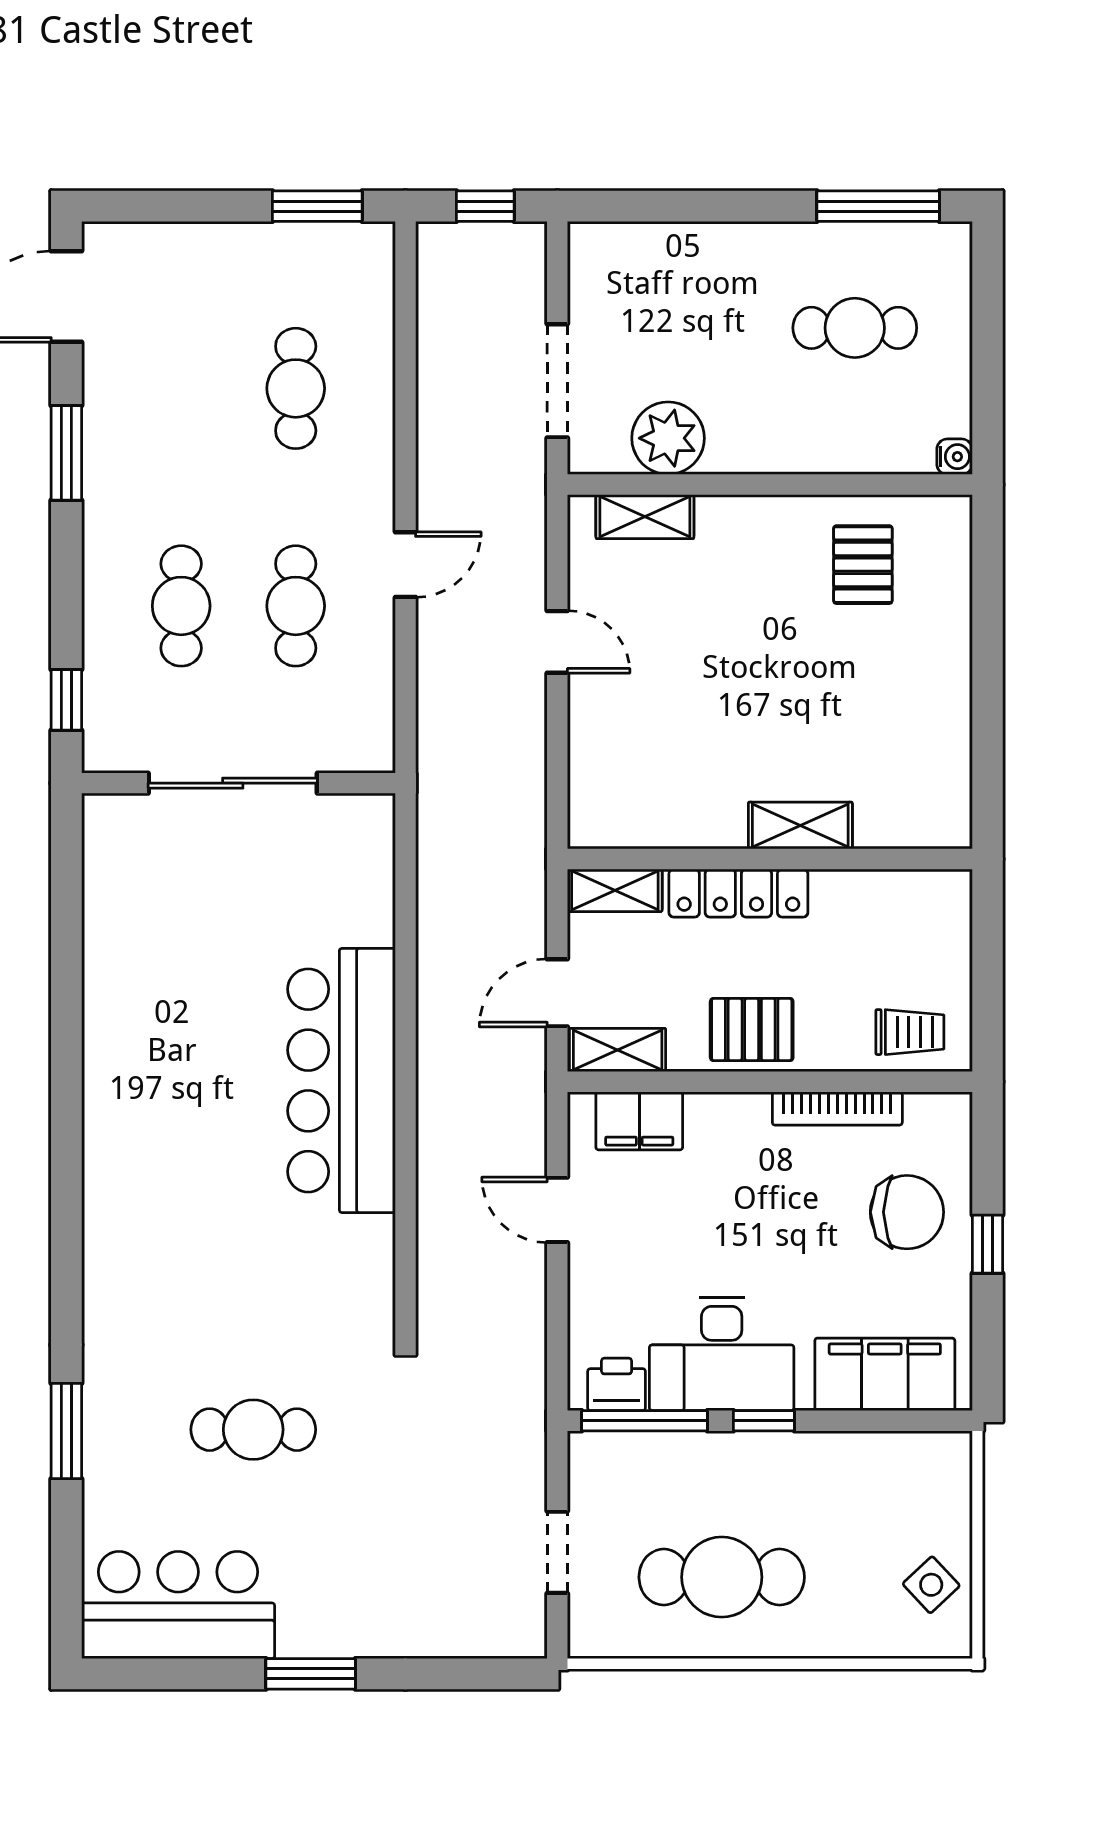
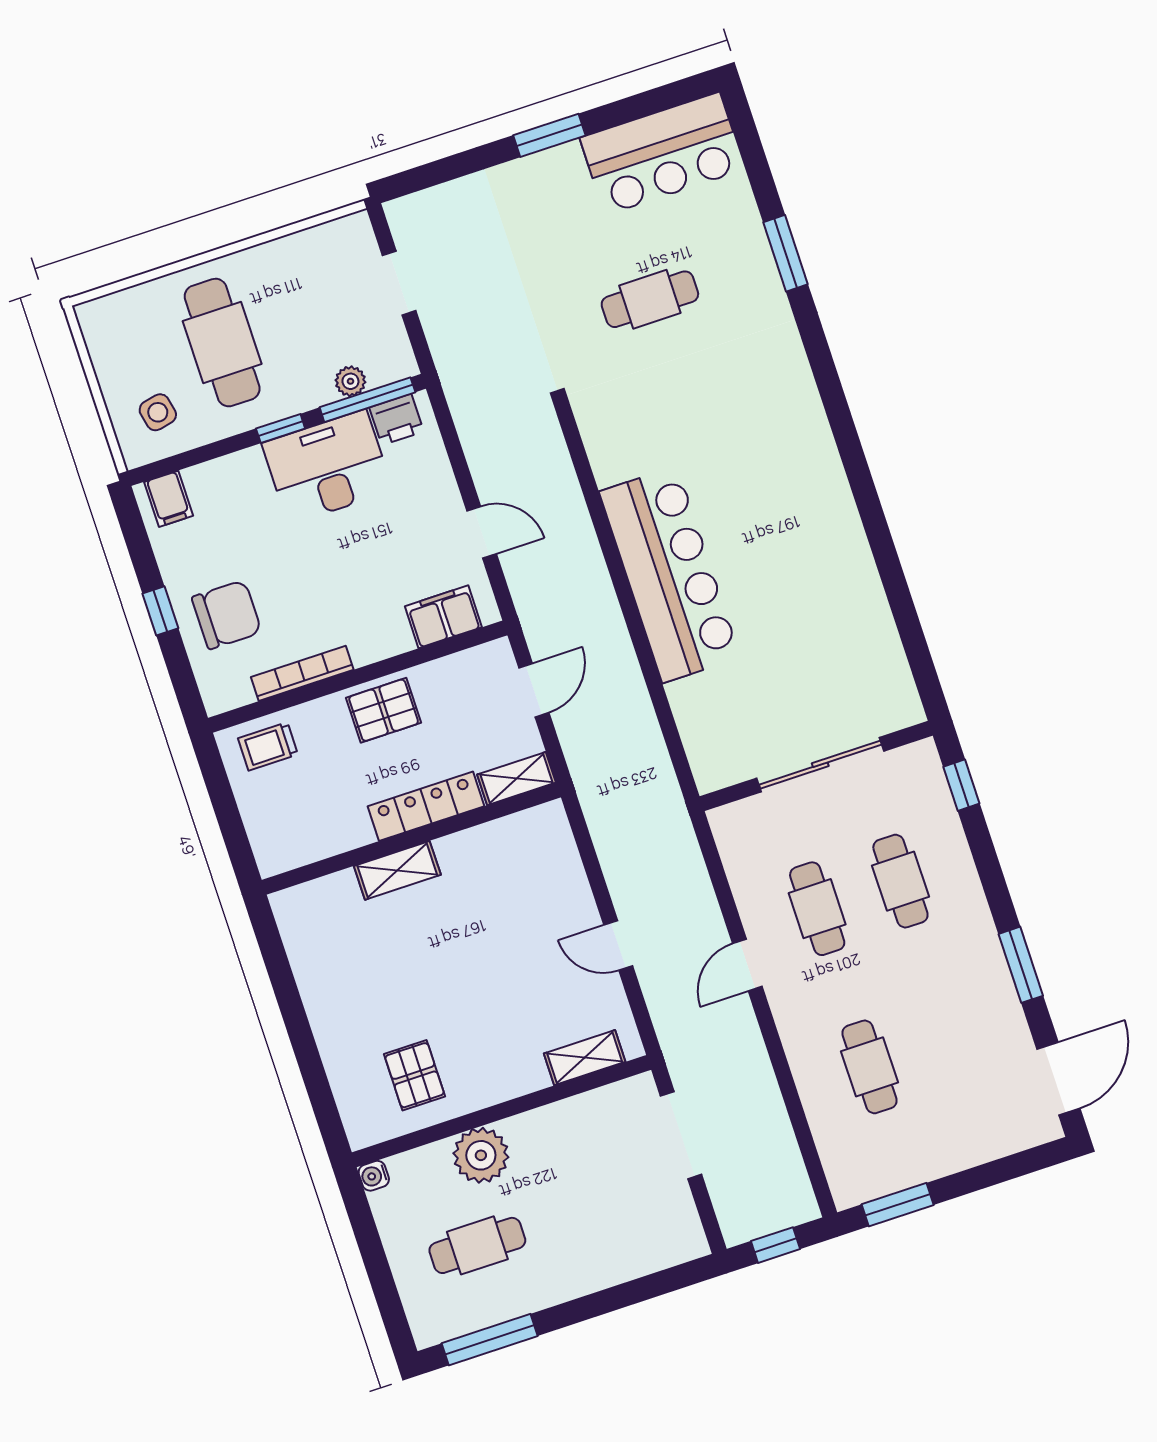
plant: (668, 438) -> (481, 1155), moved
shelving: (618, 1050) -> (476, 663), removed
chair: (907, 1212) -> (227, 615), turned 180
filing cabinet: (885, 1374) -> (169, 499), width x0.33, depth x0.86
plant: (658, 1451) -> (350, 381), added
cafe table: (722, 1577) -> (222, 343), moved, turned 90
side table: (931, 1585) -> (158, 412), moved, turned 31

